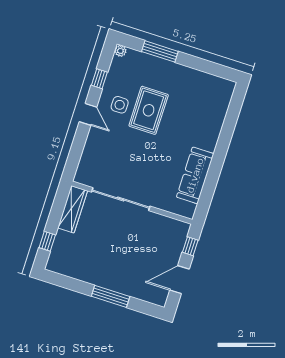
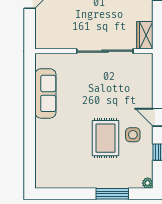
wardrobe: (73, 209) -> (145, 35), width x0.67
window: (190, 246) -> (30, 29), removed

